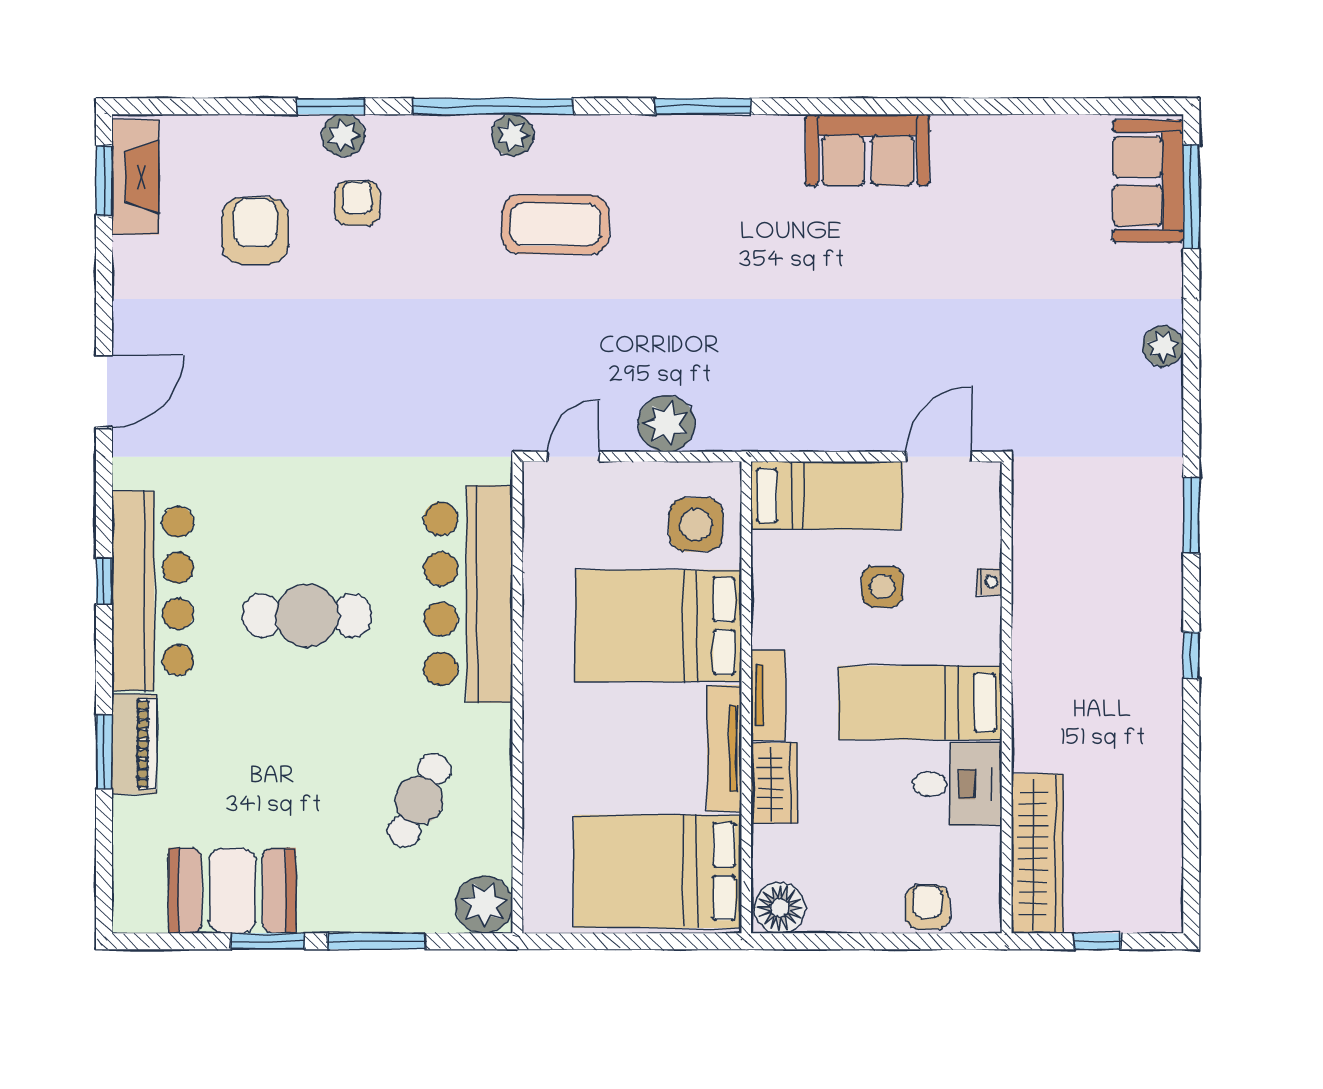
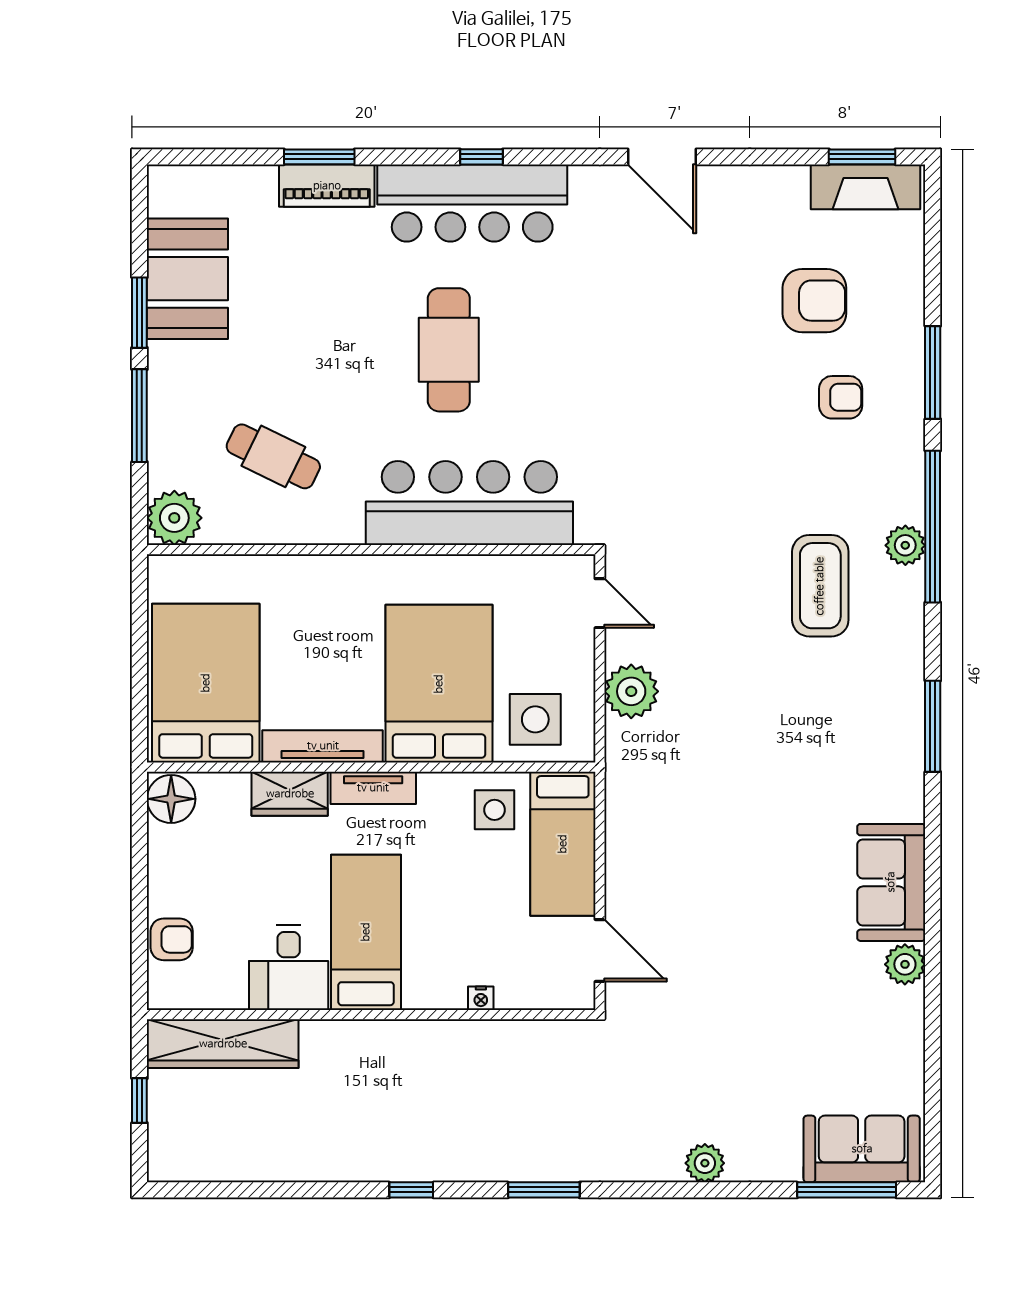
window: (331, 106) -> (933, 372), width x1.44
plant: (343, 135) -> (905, 964), moved
side table: (882, 587) -> (495, 810), moved

